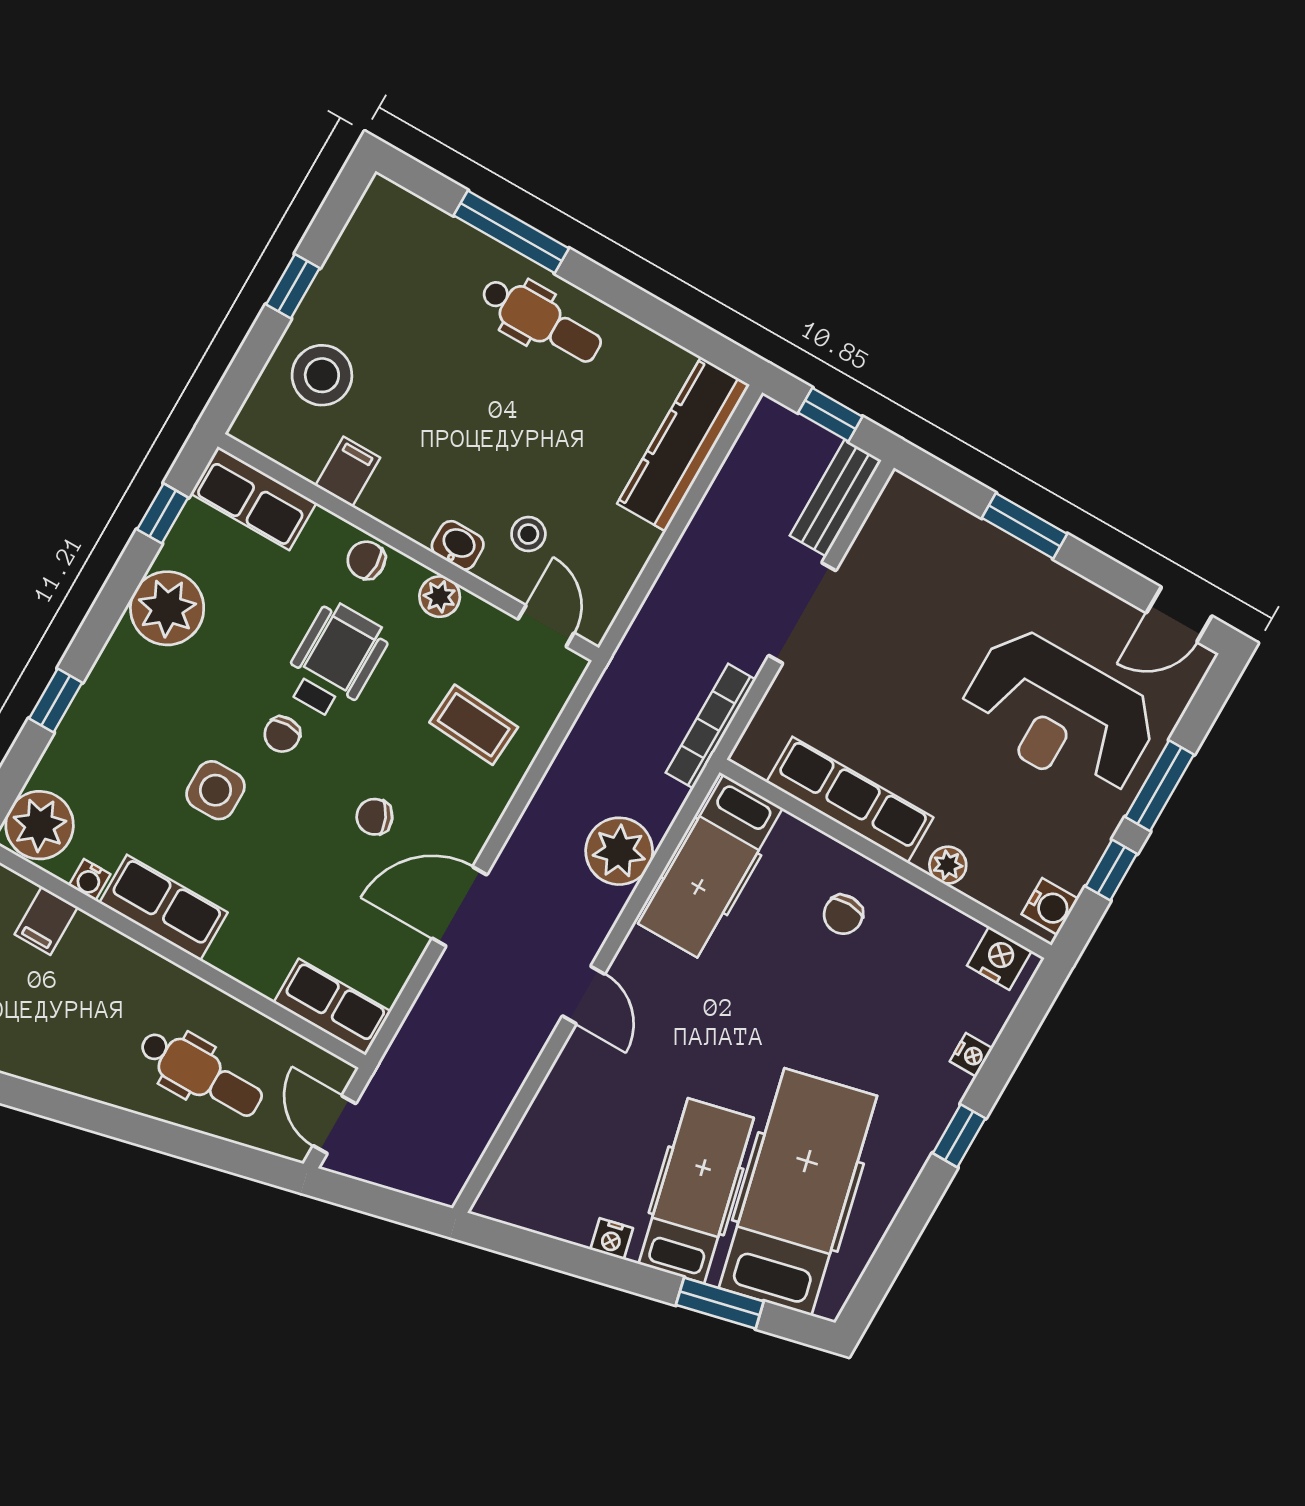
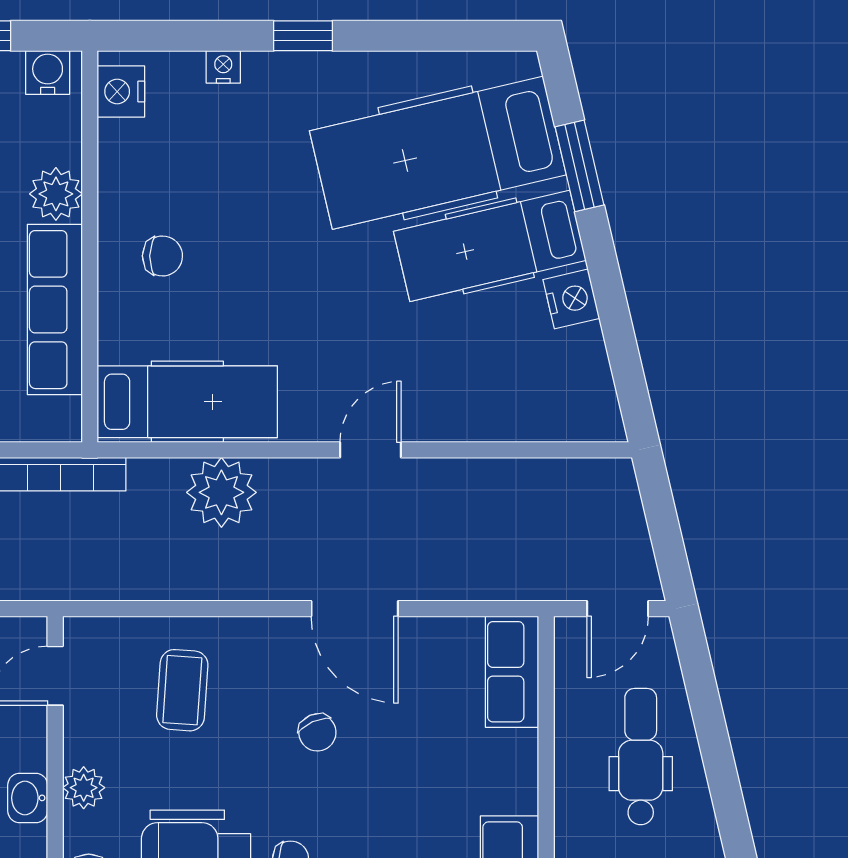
plant: (948, 865) -> (56, 194), width x1.38, depth x1.38
nightstand: (612, 1239) -> (571, 299), width x1.39, depth x1.35

